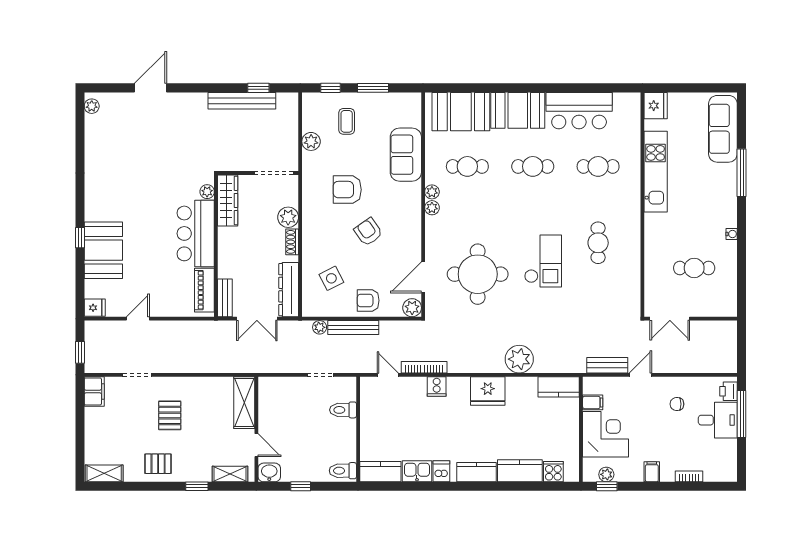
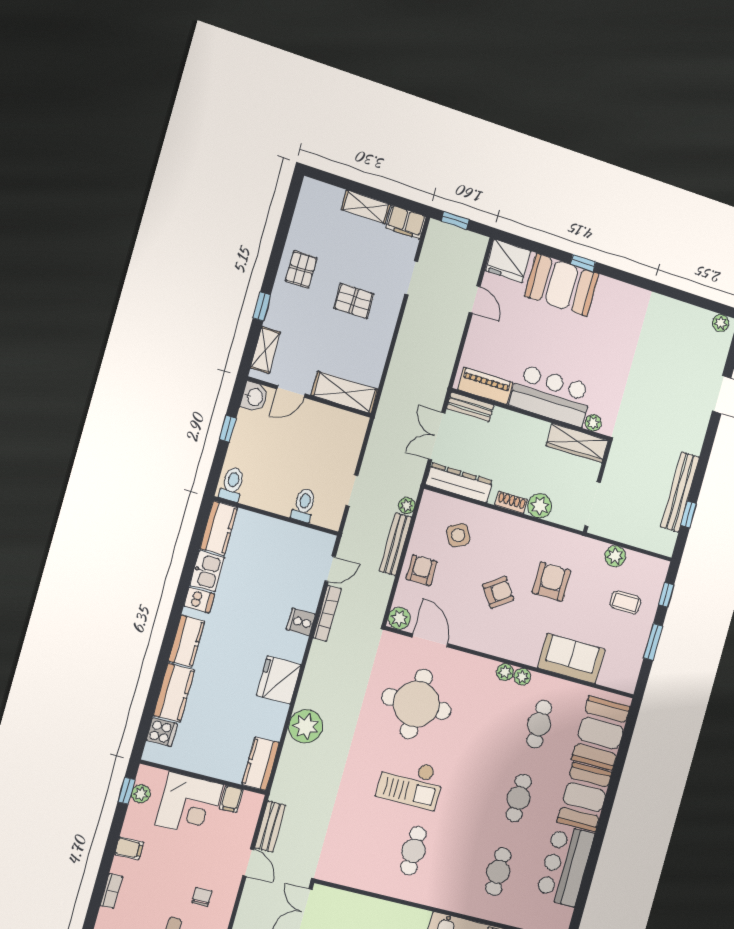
cafe table: (598, 243) -> (413, 851), turned 90
fridge: (95, 308) -> (508, 261), width x1.88, depth x1.34
shelving: (104, 473) -> (366, 207), moved, turned 90

